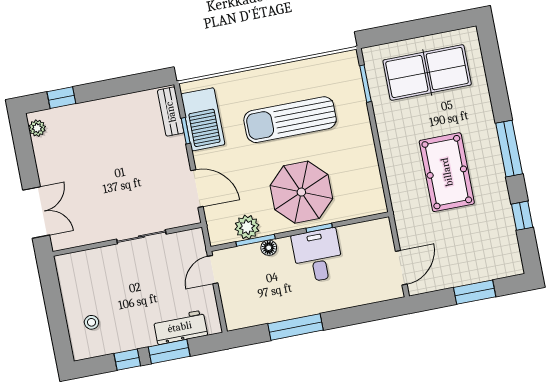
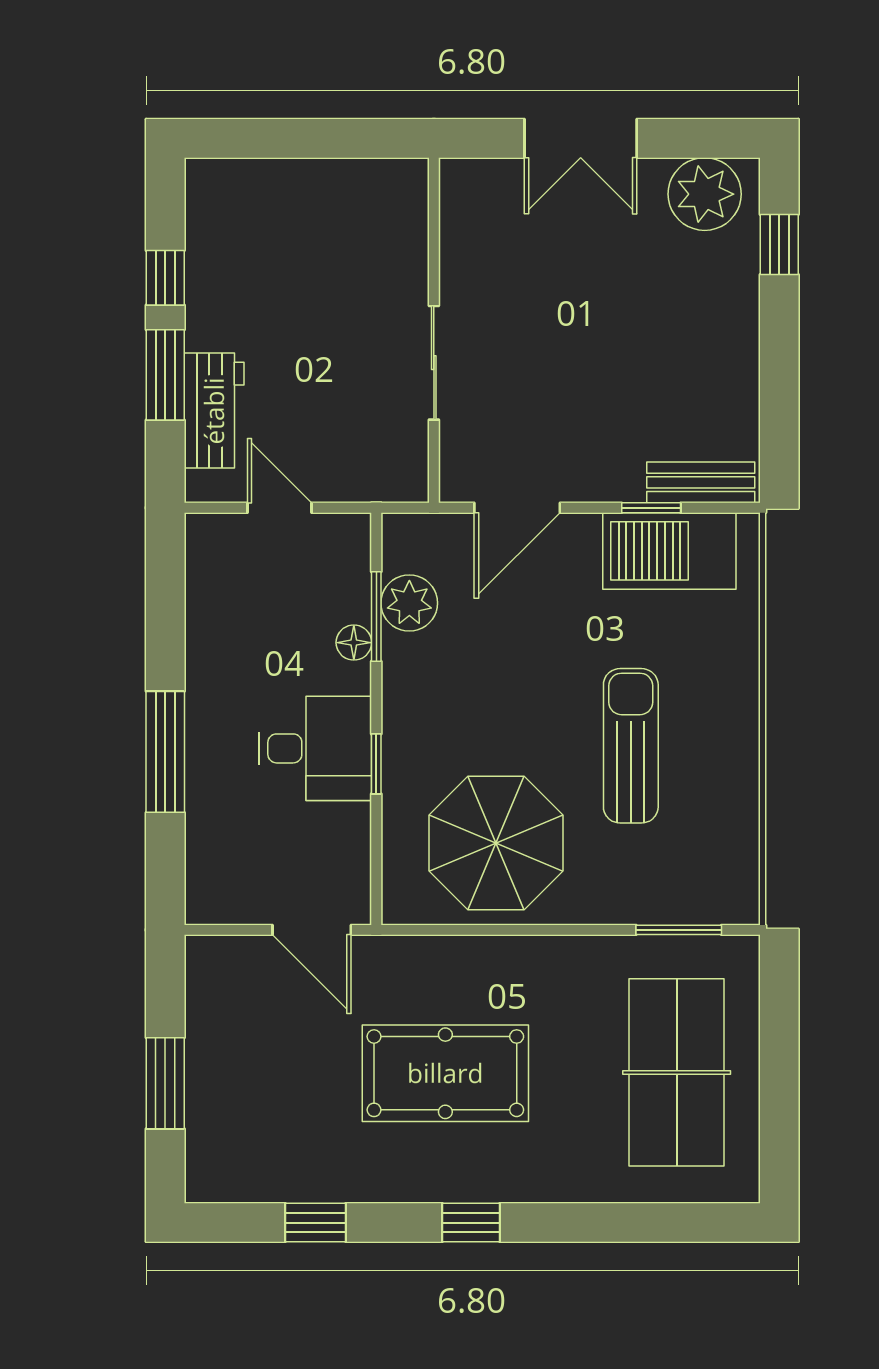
sun lounger: (290, 120) -> (631, 746), width x0.73, depth x0.75
plant: (37, 128) -> (705, 194), width x1.87, depth x1.87
window: (509, 149) -> (471, 1223), width x0.46
parasol: (301, 192) -> (496, 843), moved
double door: (36, 212) -> (581, 138), moved
door: (401, 268) -> (312, 930), moved
door: (213, 270) -> (279, 508), moved
stool: (91, 322) -> (264, 214), removed
window: (296, 327) -> (165, 752), moved

